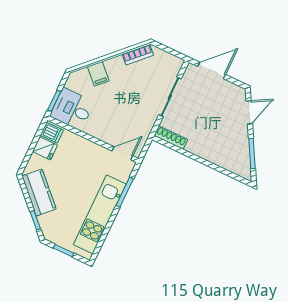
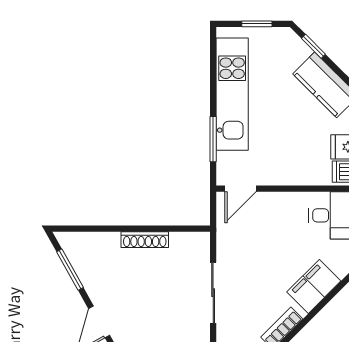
filing cabinet: (98, 74) -> (314, 286), width x2.00
shoe rack: (171, 138) -> (145, 240), moved

